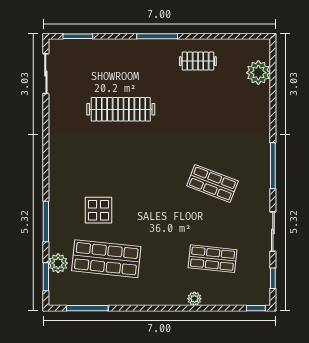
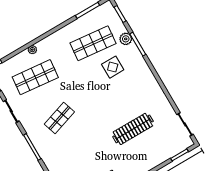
shop shelf: (212, 183) -> (59, 118), turned -39
shop shelf: (212, 259) -> (35, 77), width x1.43, depth x1.36
plant: (58, 263) -> (126, 39), moved

